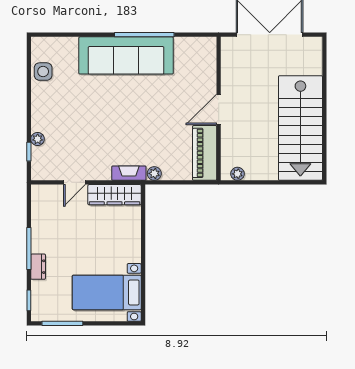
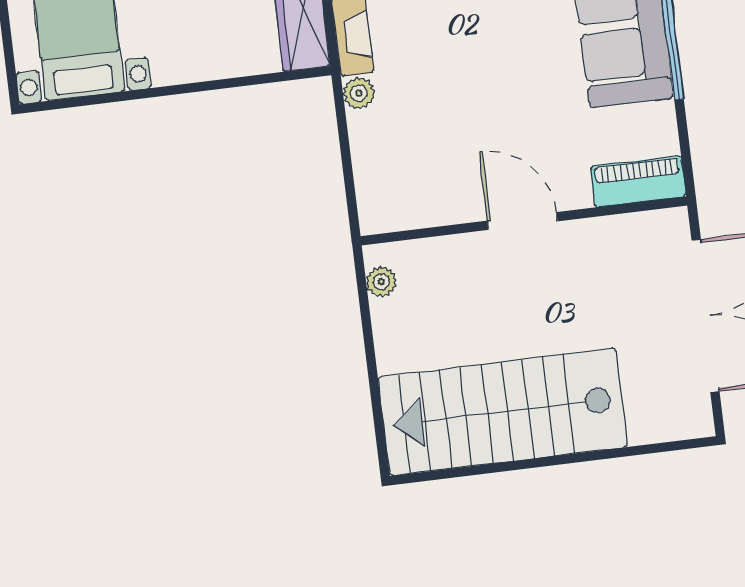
piano: (205, 153) -> (638, 181), moved, width x0.73, depth x0.75

